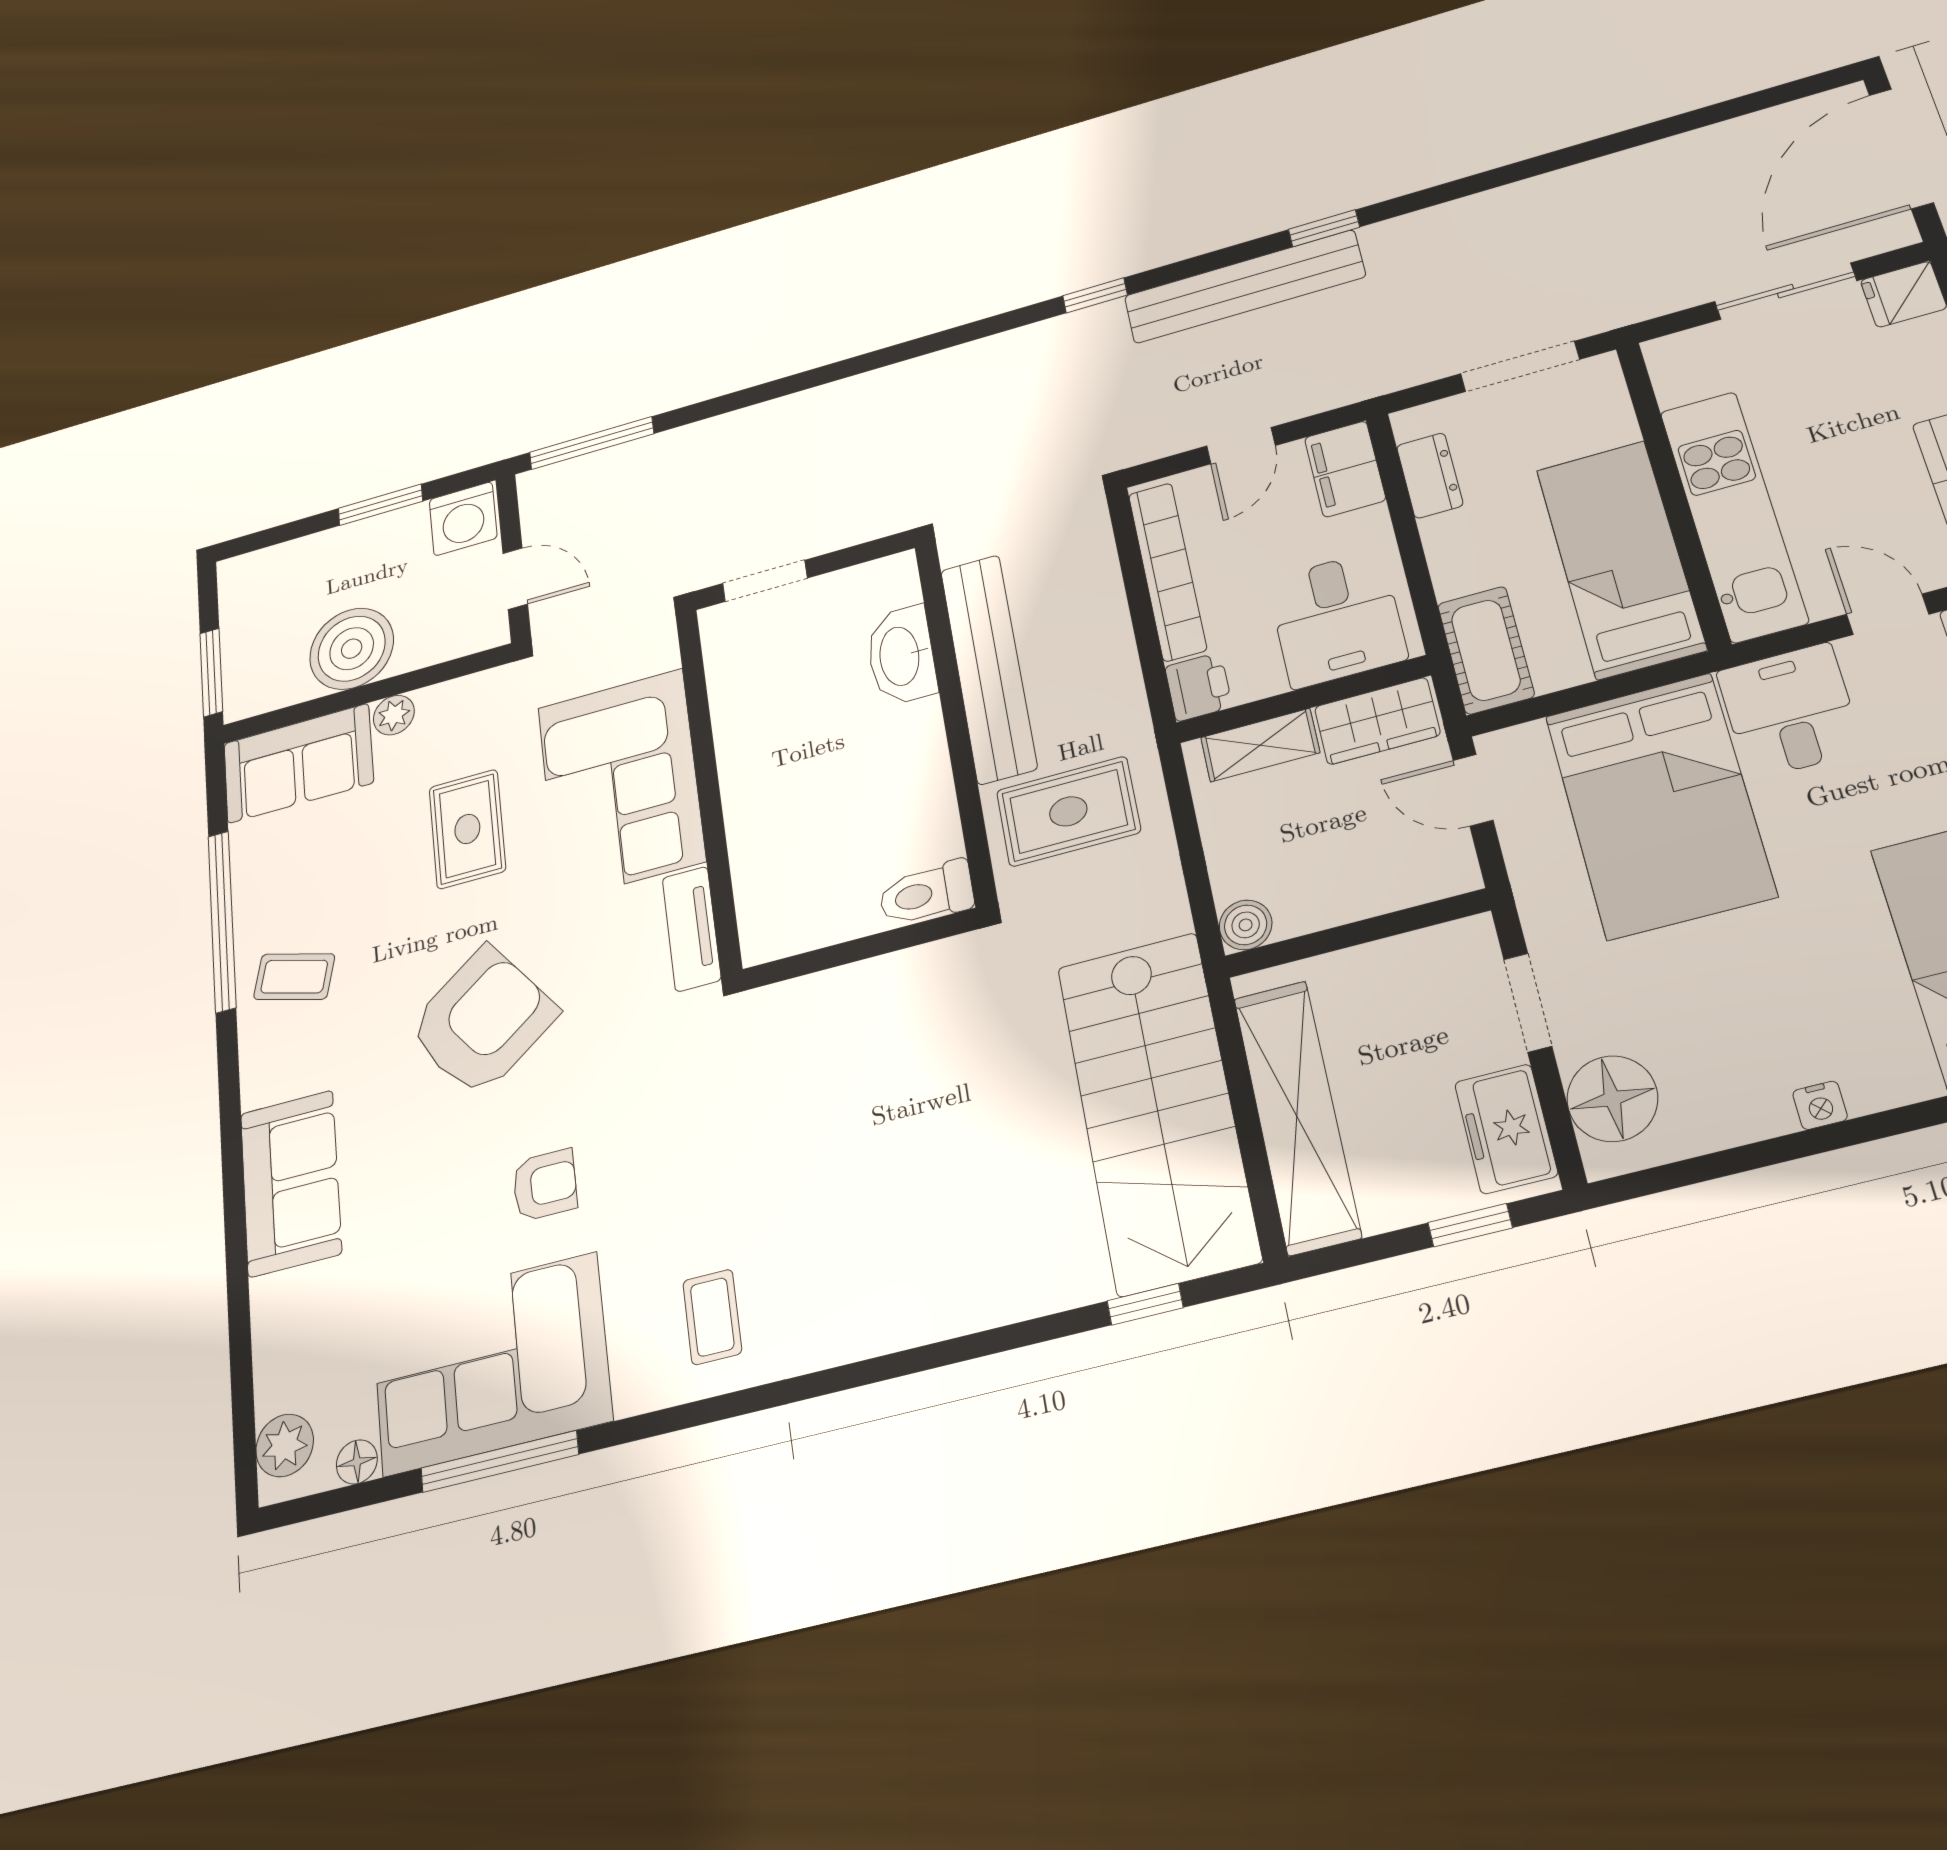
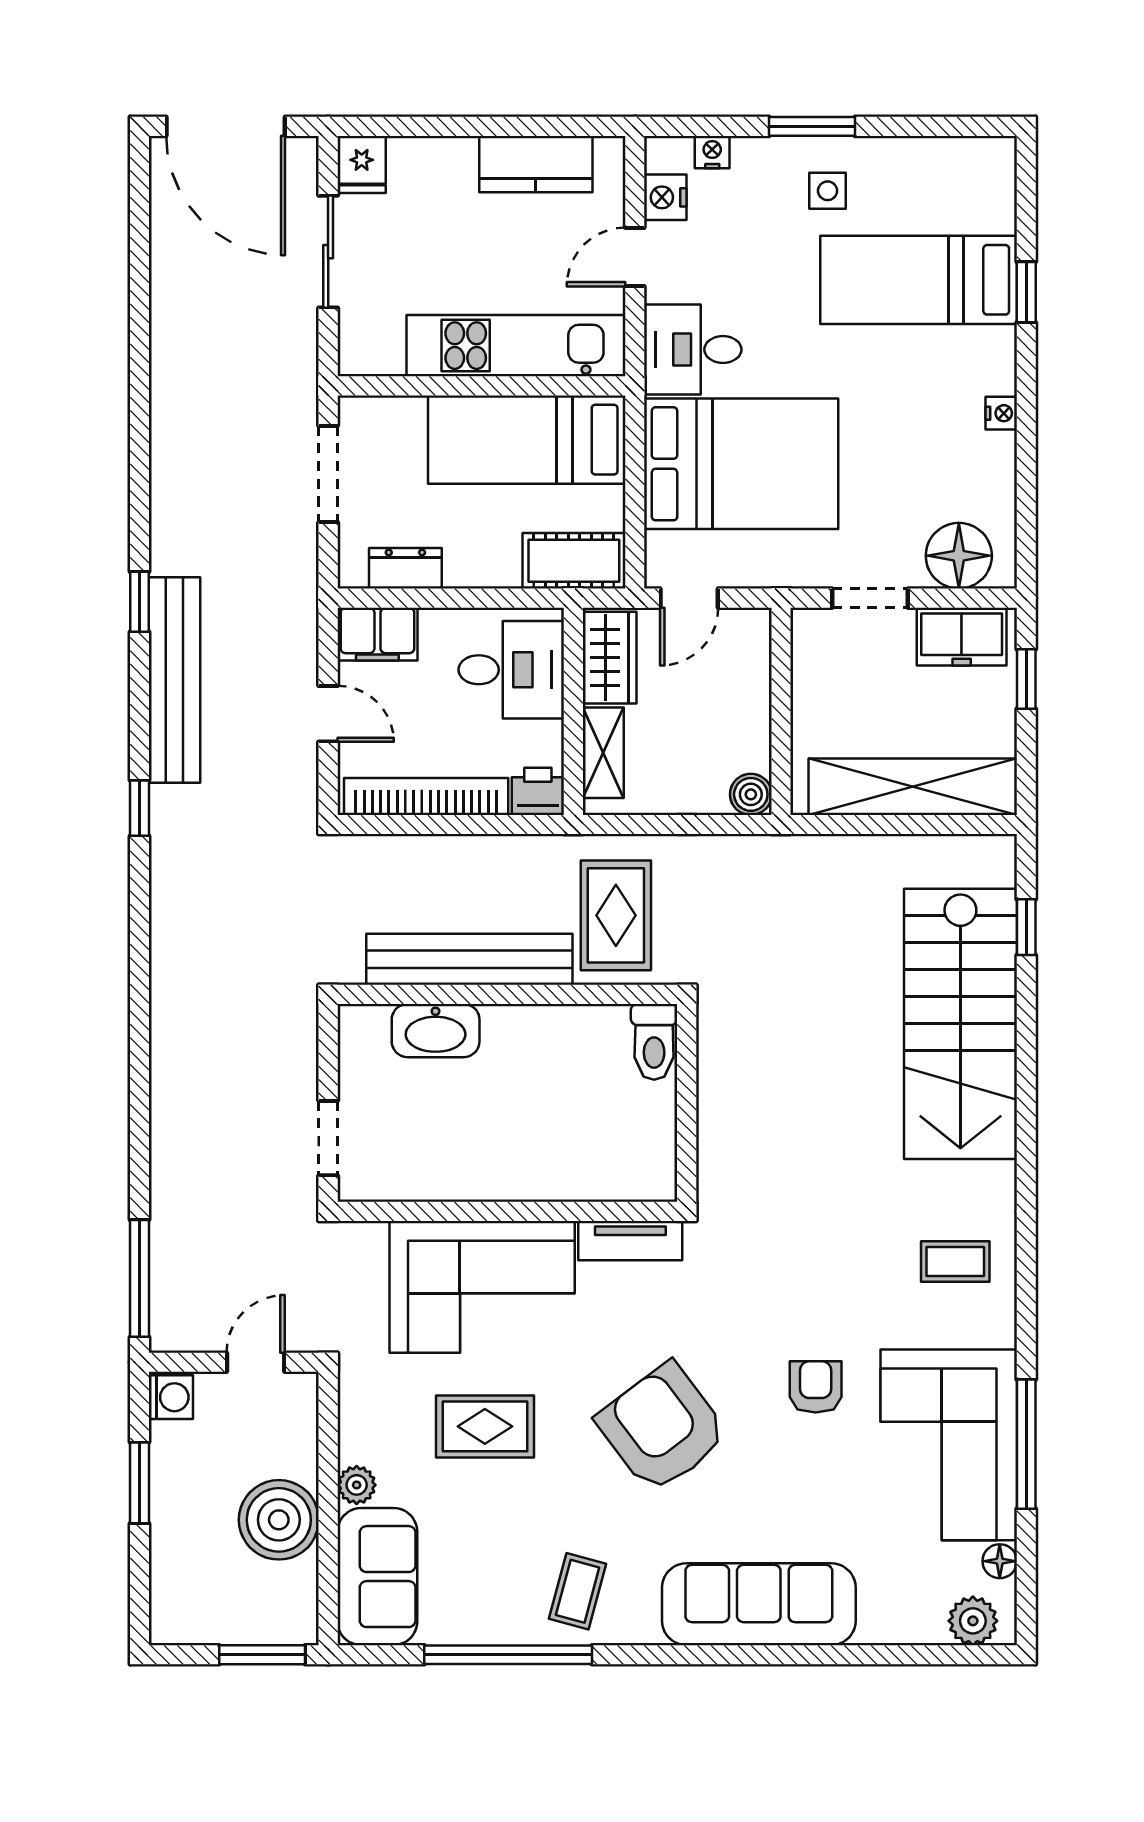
washing machine: (463, 519) -> (171, 1397), width x0.73, depth x0.73
stairs: (1158, 1111) -> (960, 1024), moved, turned 90
sofa: (291, 1183) -> (759, 1604), width x1.36

